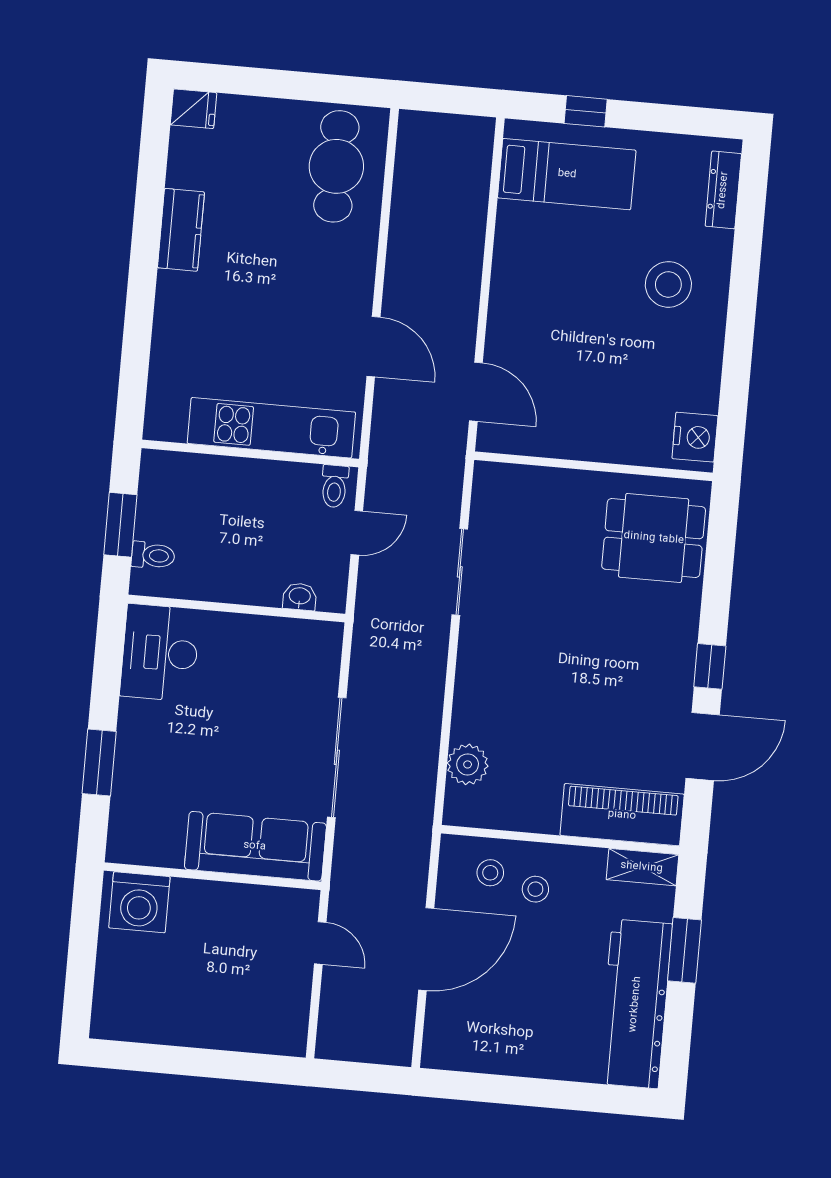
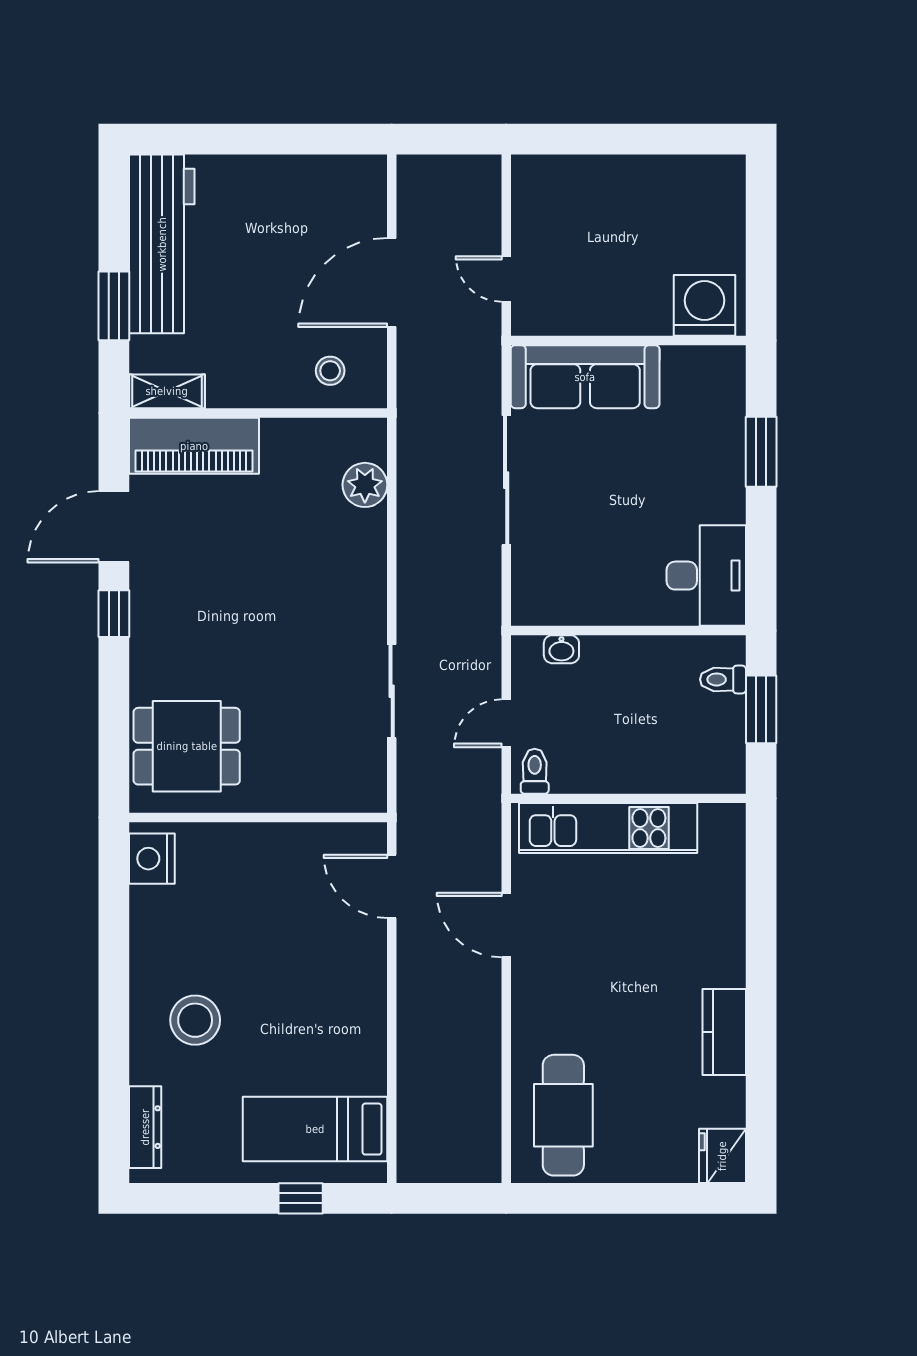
fridge: (193, 109) -> (722, 1156), width x1.38
stool: (535, 889) -> (280, 357), removed

